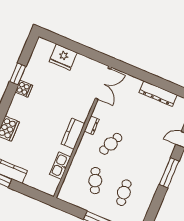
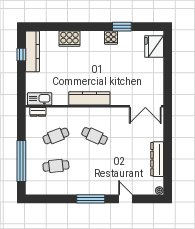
fridge: (63, 57) -> (154, 47), moved
dresser: (92, 125) -> (38, 112), moved
kitchen counter: (73, 134) -> (89, 98), width x1.50
kitchen sink: (60, 166) -> (40, 99), moved

